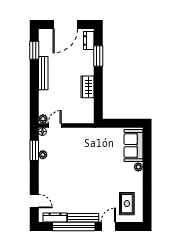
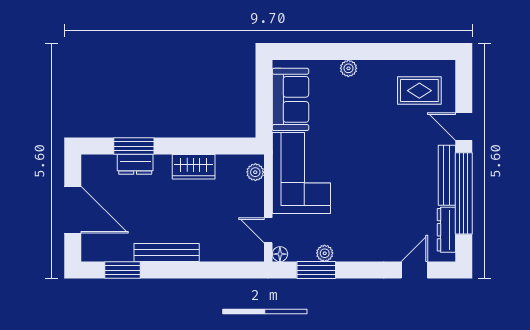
dresser: (89, 40) -> (135, 164), moved
plant: (43, 119) -> (255, 172), moved
corner sofa: (84, 143) -> (301, 173), added
sofa: (133, 146) -> (291, 99), moved, turned -90

